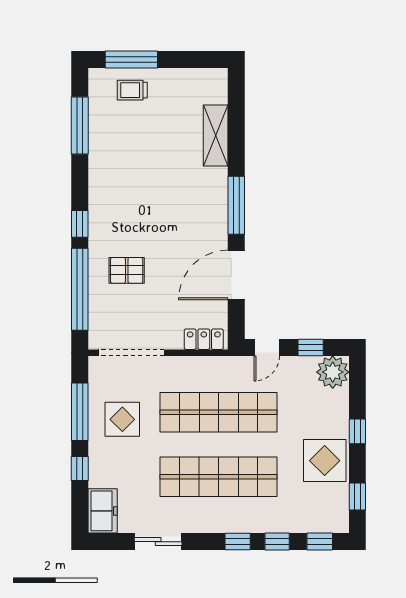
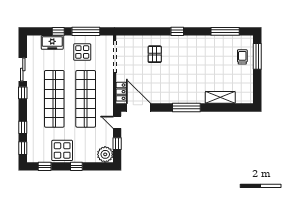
door: (236, 275) -> (139, 107), moved
window: (80, 289) -> (145, 31), removed
freezer: (103, 511) -> (52, 42), moved
window: (238, 542) -> (23, 93), moved

